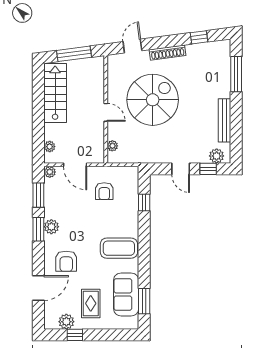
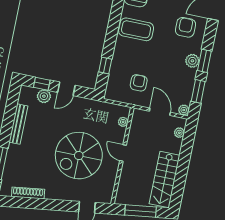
window: (199, 37) -> (26, 203), removed
shoe rack: (168, 53) -> (28, 193), moved
plant: (217, 156) -> (44, 96), moved
door: (181, 169) -> (66, 89), swing flipped

